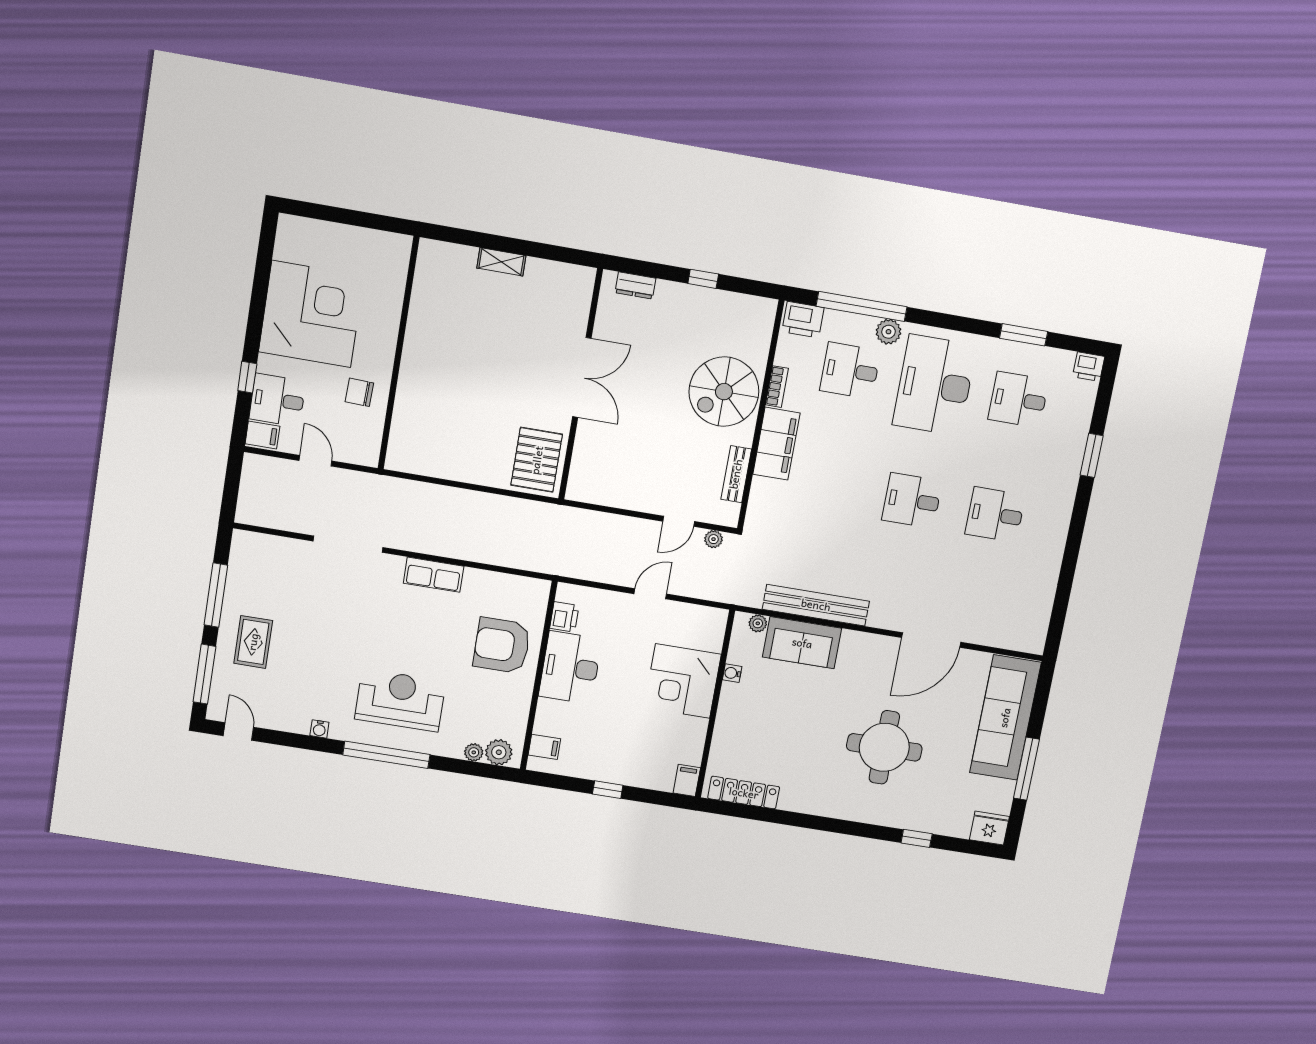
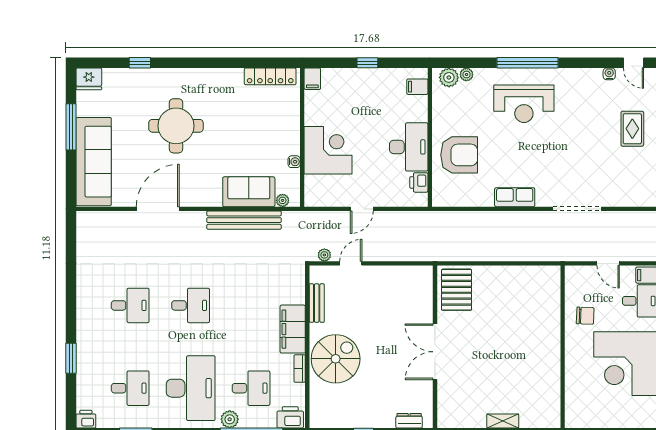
water cooler: (319, 729) -> (609, 74), moved

